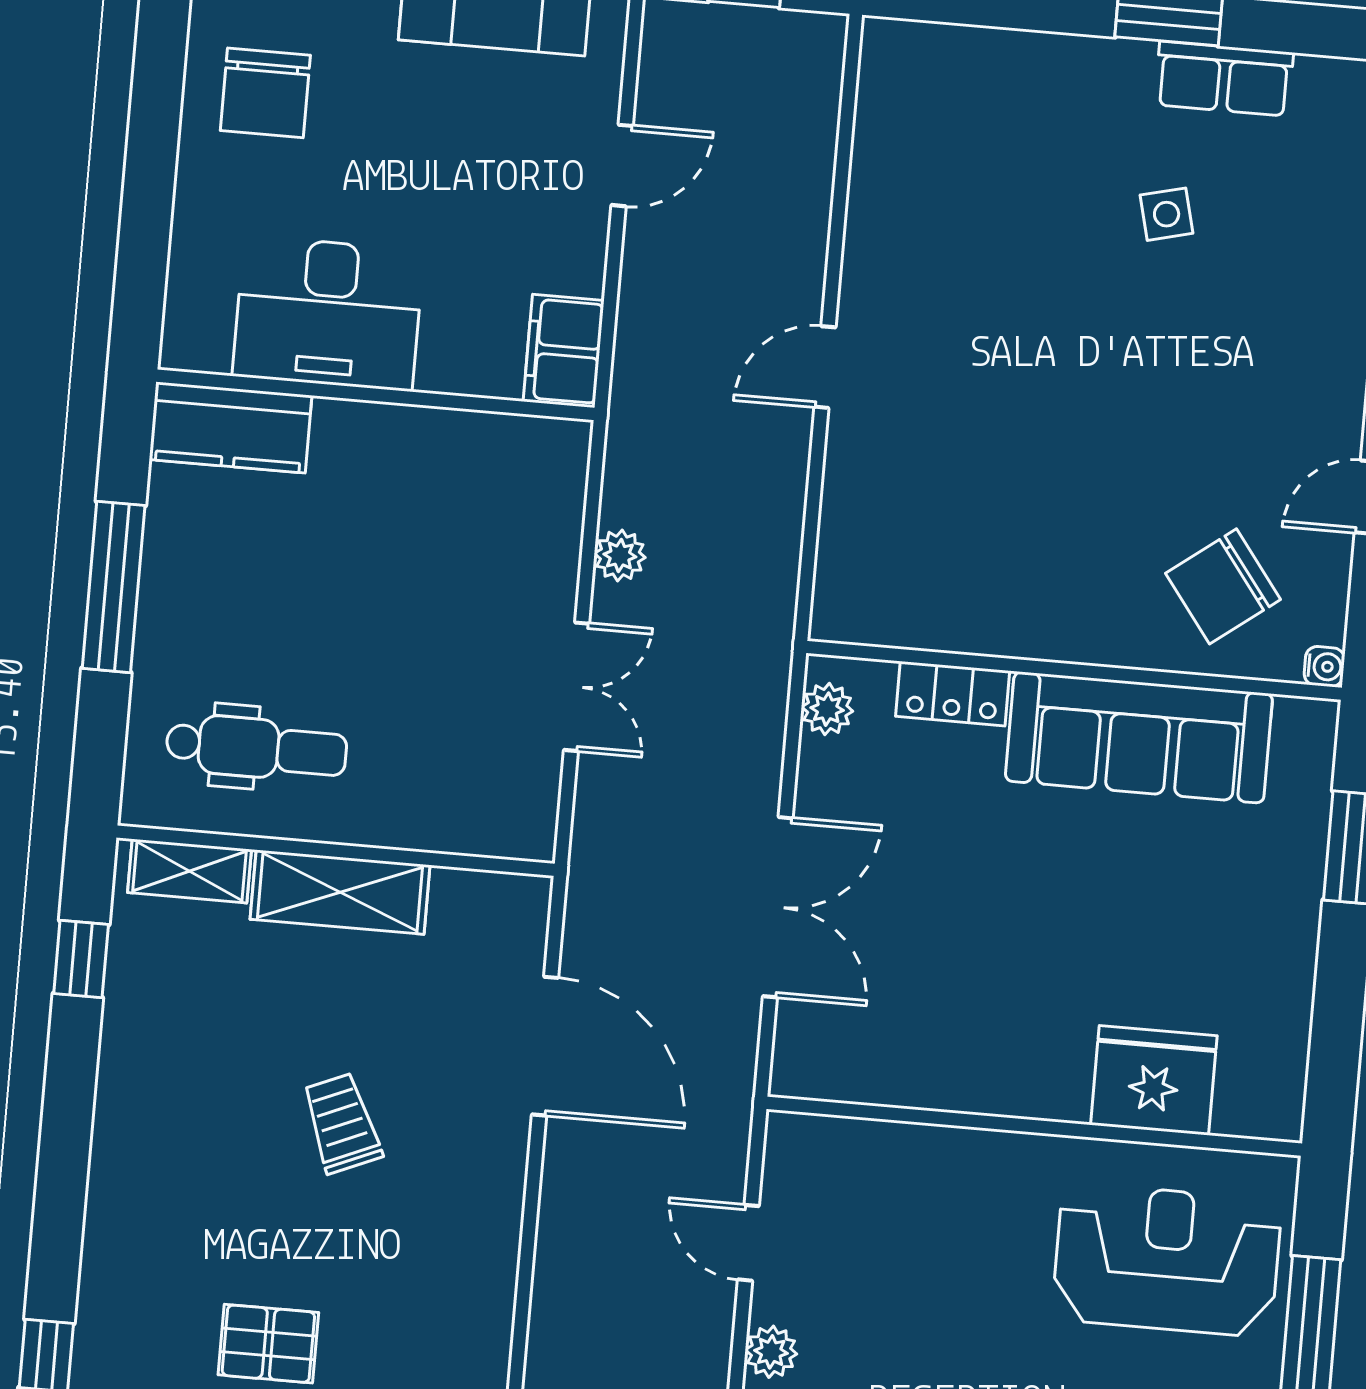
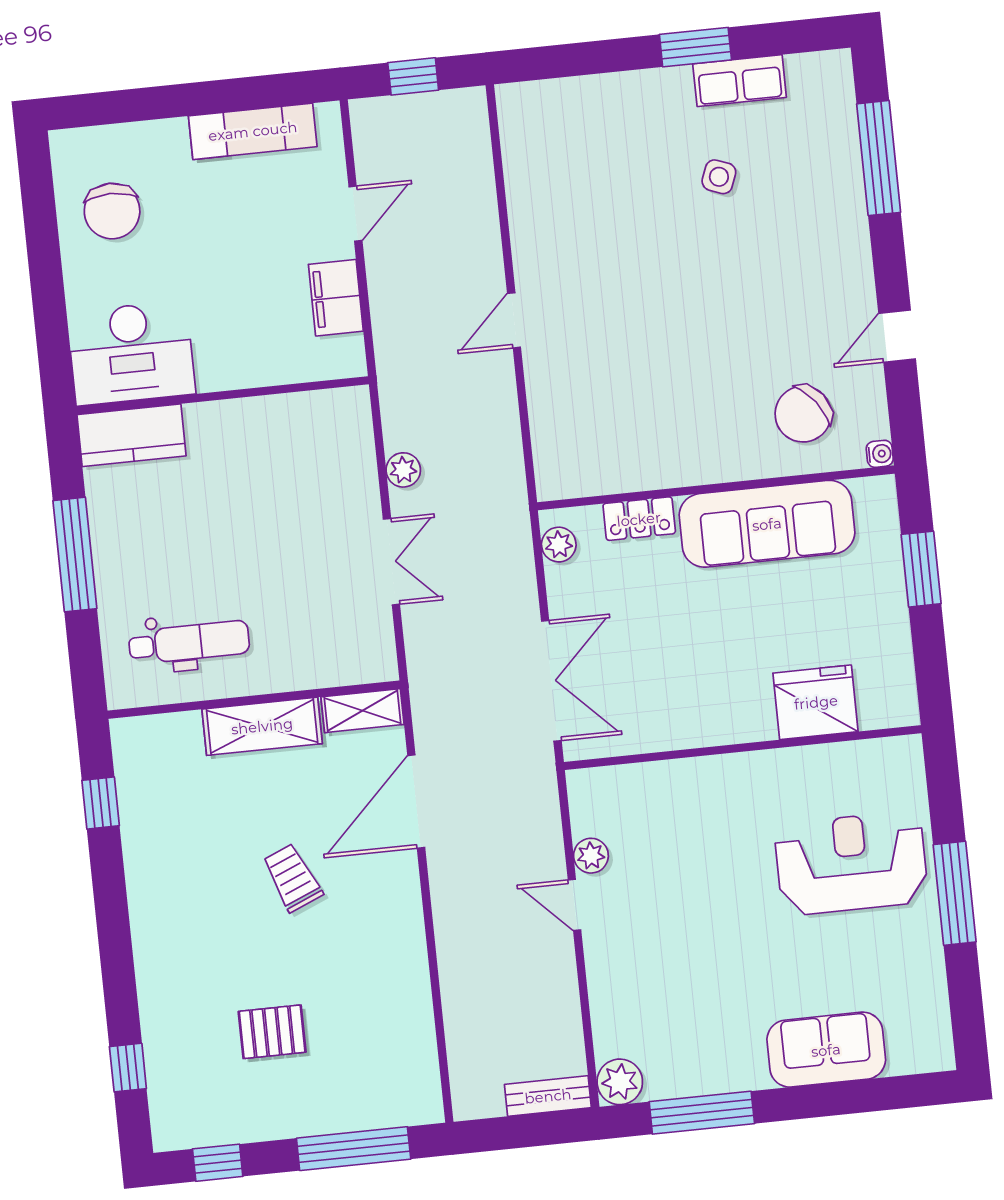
side table: (1167, 214) -> (719, 177), turned 35
desk: (328, 313) -> (131, 353), moved
filing cabinet: (564, 351) -> (336, 298), moved
shelving: (190, 871) -> (362, 711), moved
door: (545, 1046) -> (416, 802), swing flipped
fridge: (1154, 1080) -> (816, 702), moved
wall: (1034, 1126) -> (743, 748), moved
plant: (771, 1352) -> (591, 856), moved

